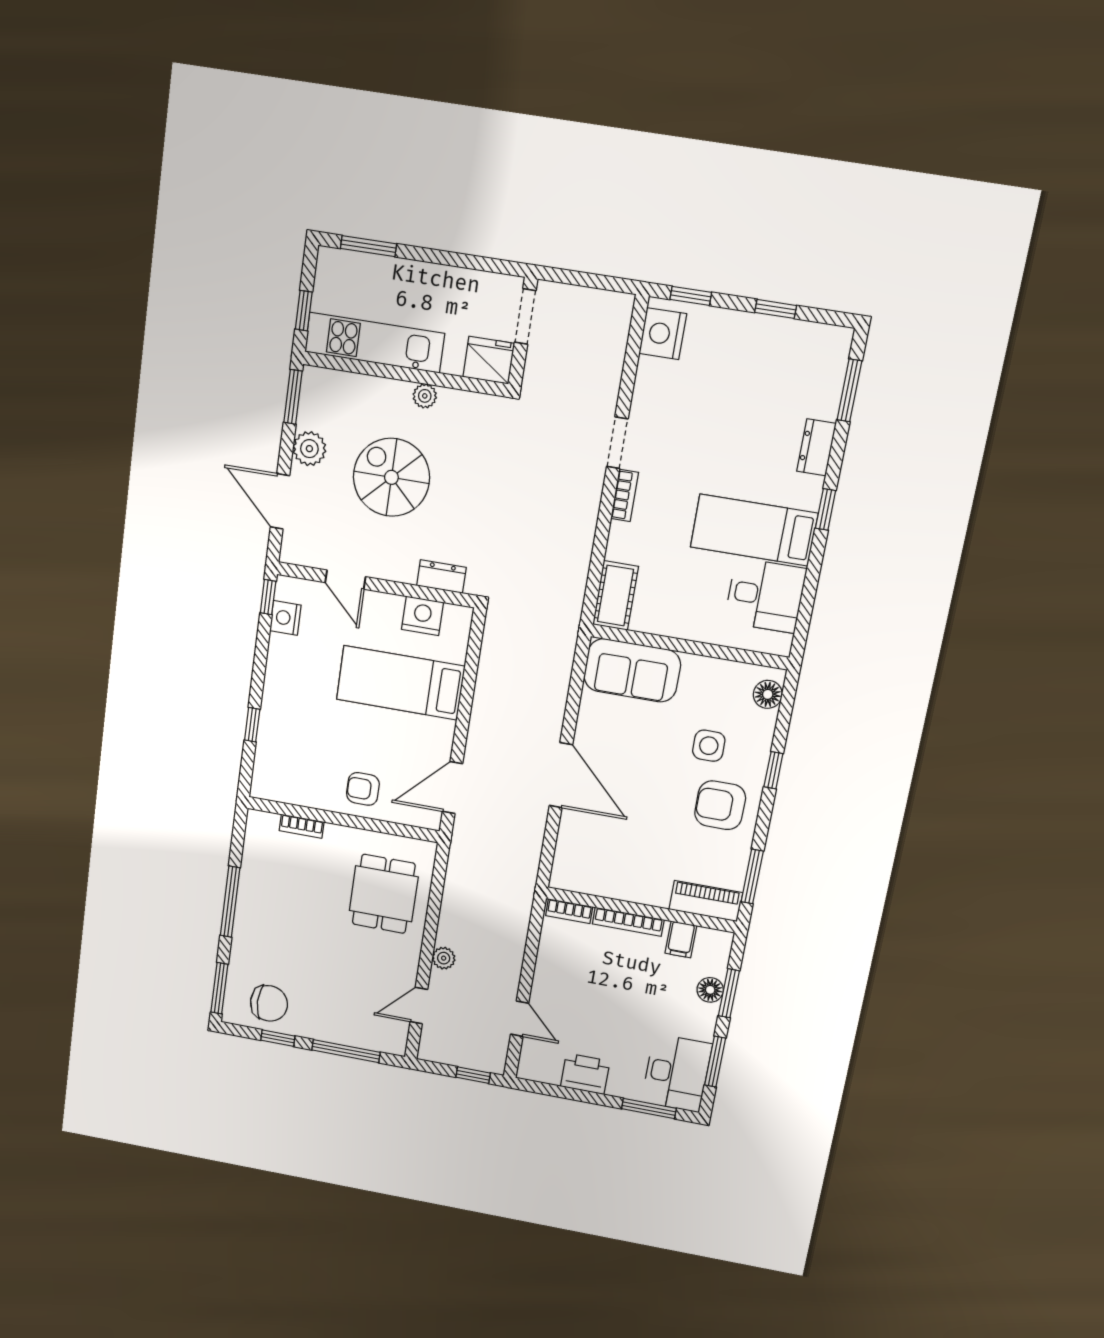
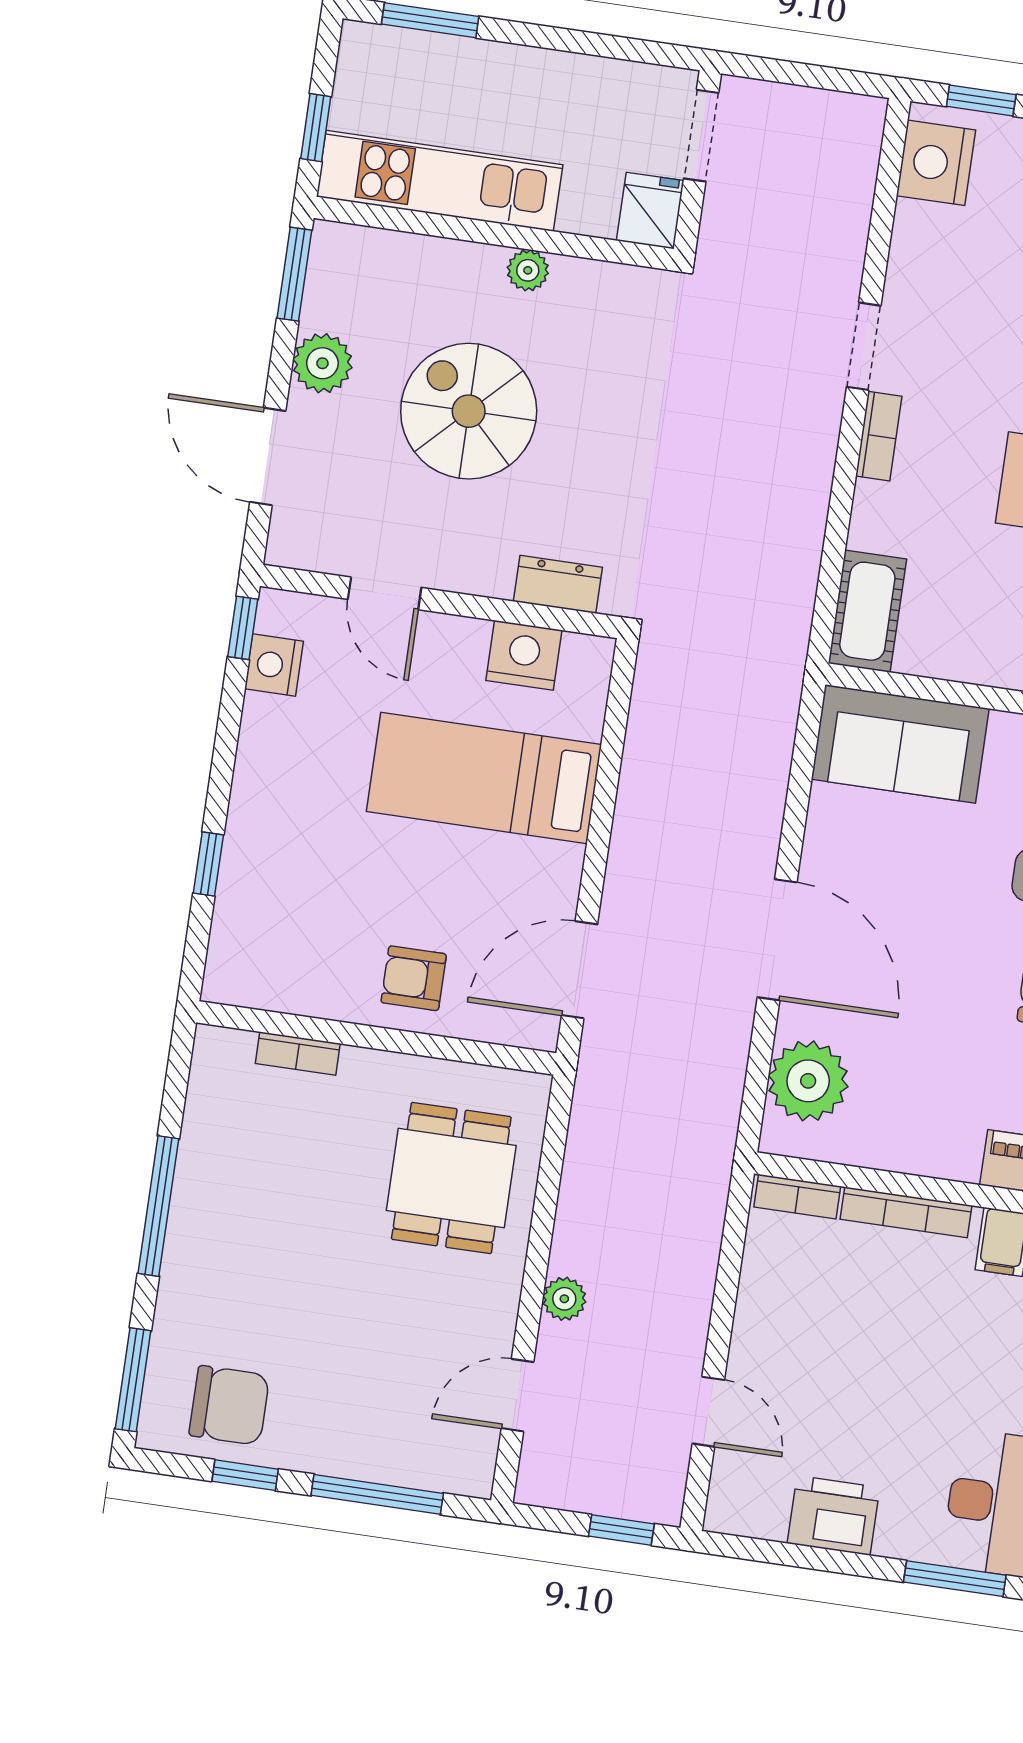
fridge: (489, 360) -> (650, 211), width x0.72
plant: (576, 851) -> (808, 1081), added

